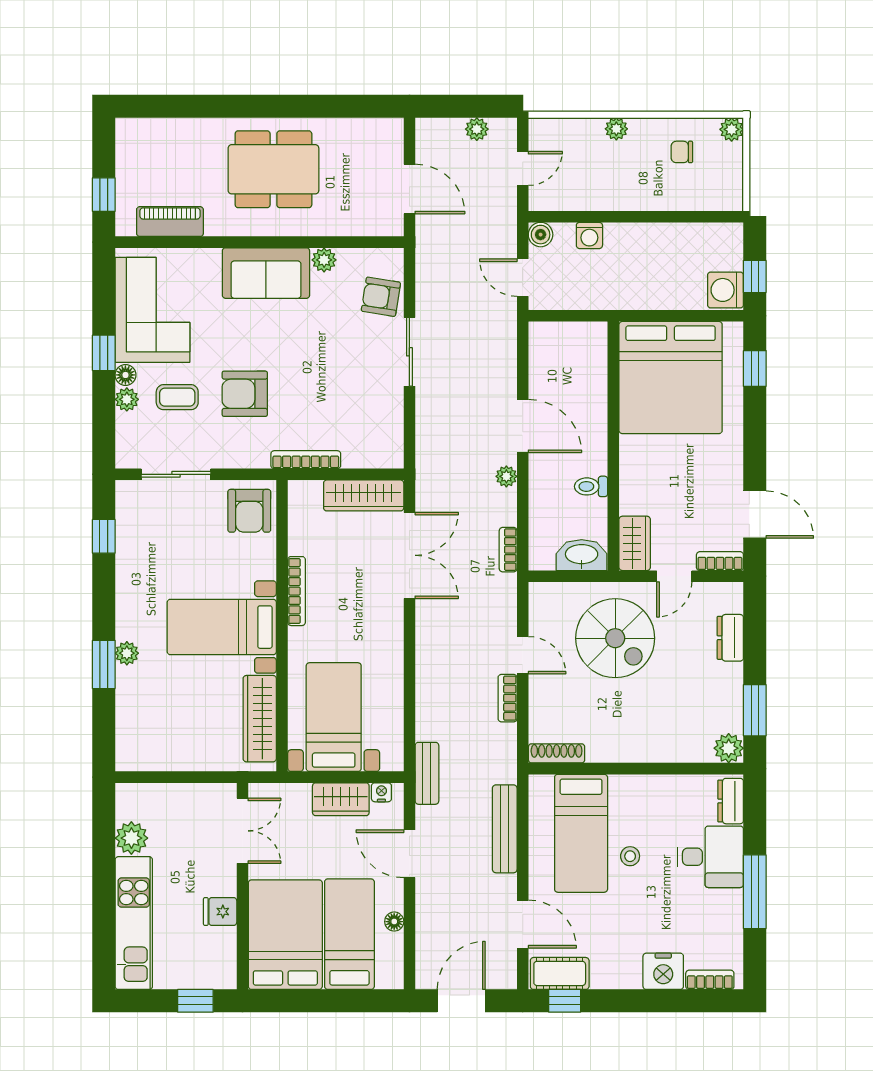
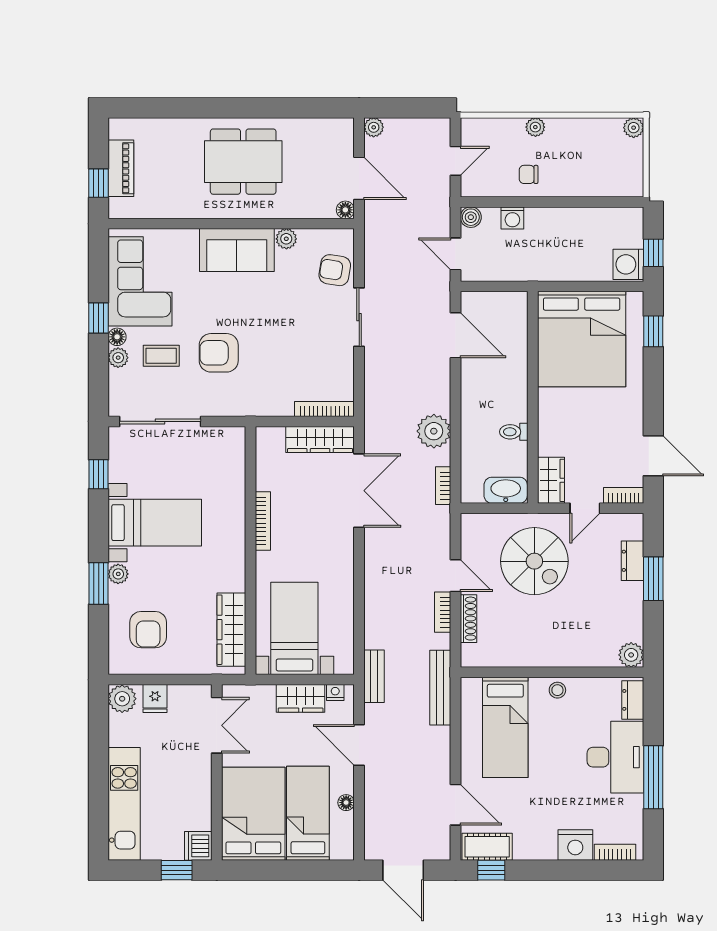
plant: (477, 129) -> (374, 127), moved
chair: (682, 152) -> (529, 174), moved
piano: (170, 222) -> (121, 168), moved, turned 90
floor lamp: (393, 226) -> (345, 210), added
door: (523, 426) -> (456, 335), moved
bookcase: (306, 460) -> (324, 409), moved
sliding door: (176, 474) -> (160, 421), width x1.37
plant: (506, 476) -> (434, 431), width x1.88, depth x1.88
armchair: (249, 511) -> (148, 630), moved
bed with nightstands: (222, 627) -> (155, 523), moved, turned 180
window: (755, 710) -> (653, 579), moved
shoe rack: (557, 753) -> (469, 619), moved, turned 90
bench: (505, 829) -> (440, 688), moved
plant: (131, 838) -> (122, 699), moved
stool: (630, 856) -> (557, 690), moved
desk: (710, 857) -> (615, 757), width x1.37
fridge: (220, 912) -> (155, 699), moved, turned -90
dishwasher: (221, 972) -> (198, 846), added
door: (461, 1001) -> (403, 870), swing flipped

